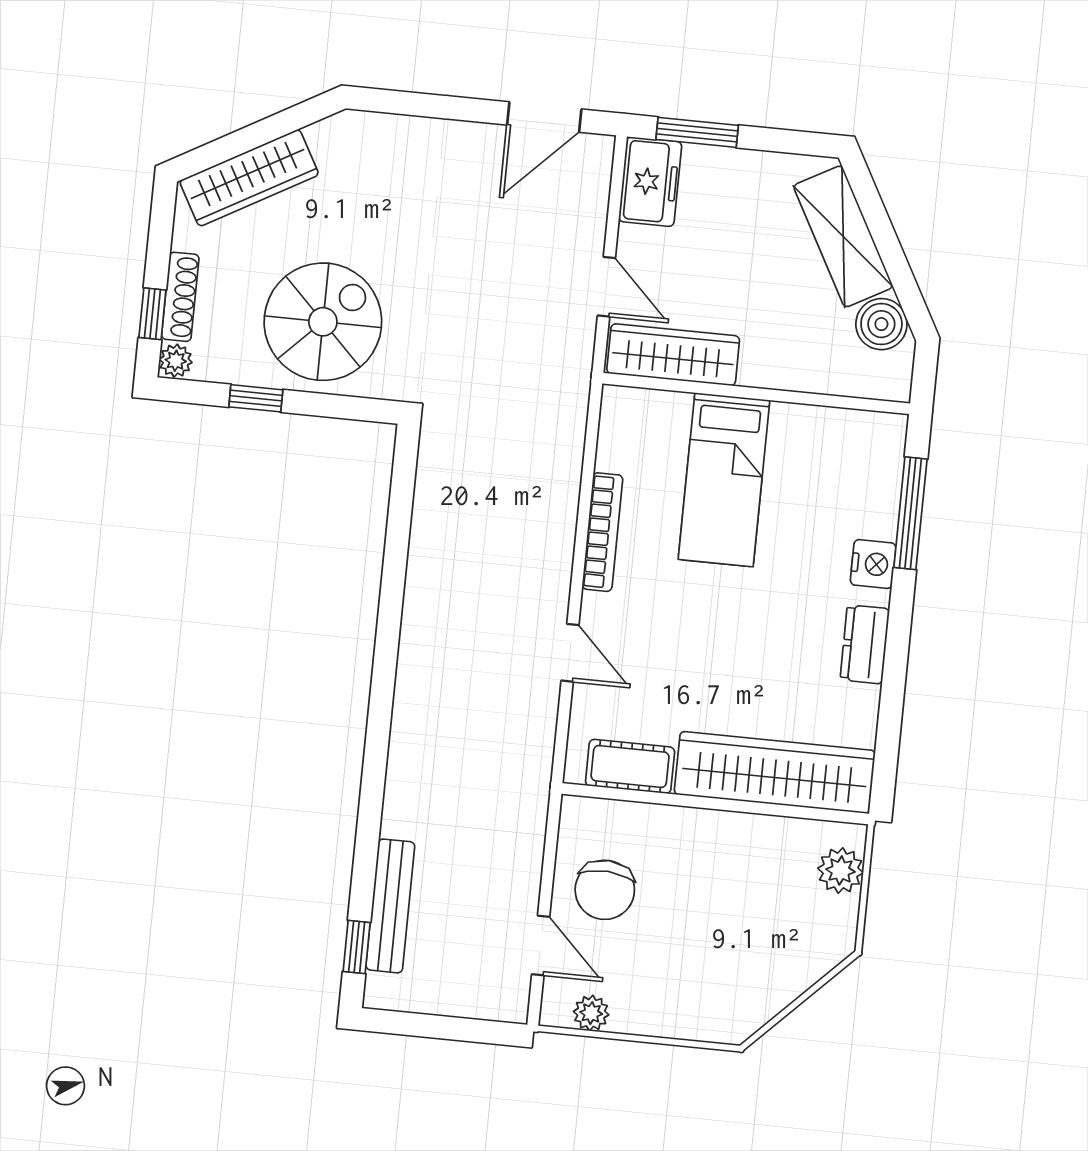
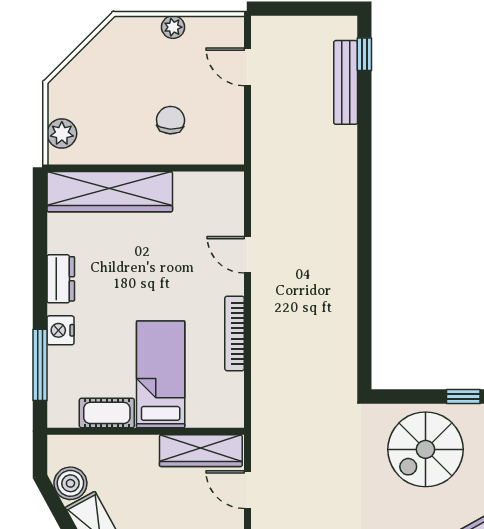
cot: (630, 766) -> (107, 413), moved
chair: (605, 890) -> (171, 120), moved, width x0.73, depth x0.73
plant: (591, 1013) -> (173, 27), moved

